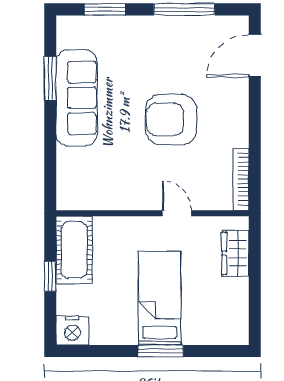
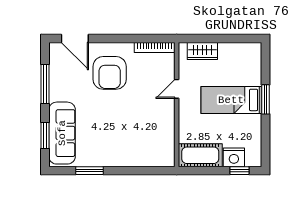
sofa: (77, 98) -> (62, 133), moved, turned 90
armchair: (171, 119) -> (110, 73), moved
window: (50, 276) -> (239, 171), moved
nightstand: (72, 331) -> (234, 157), moved, turned 90

